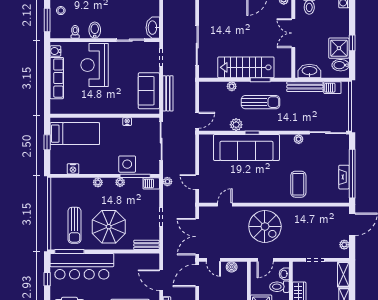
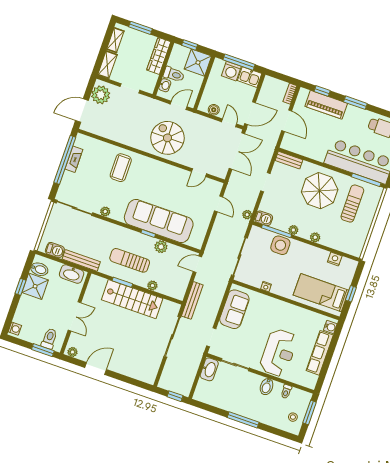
water cooler: (55, 51) -> (330, 327), moved
bench: (168, 93) -> (192, 300), moved
plant: (344, 245) -> (101, 95), width x1.88, depth x1.88

